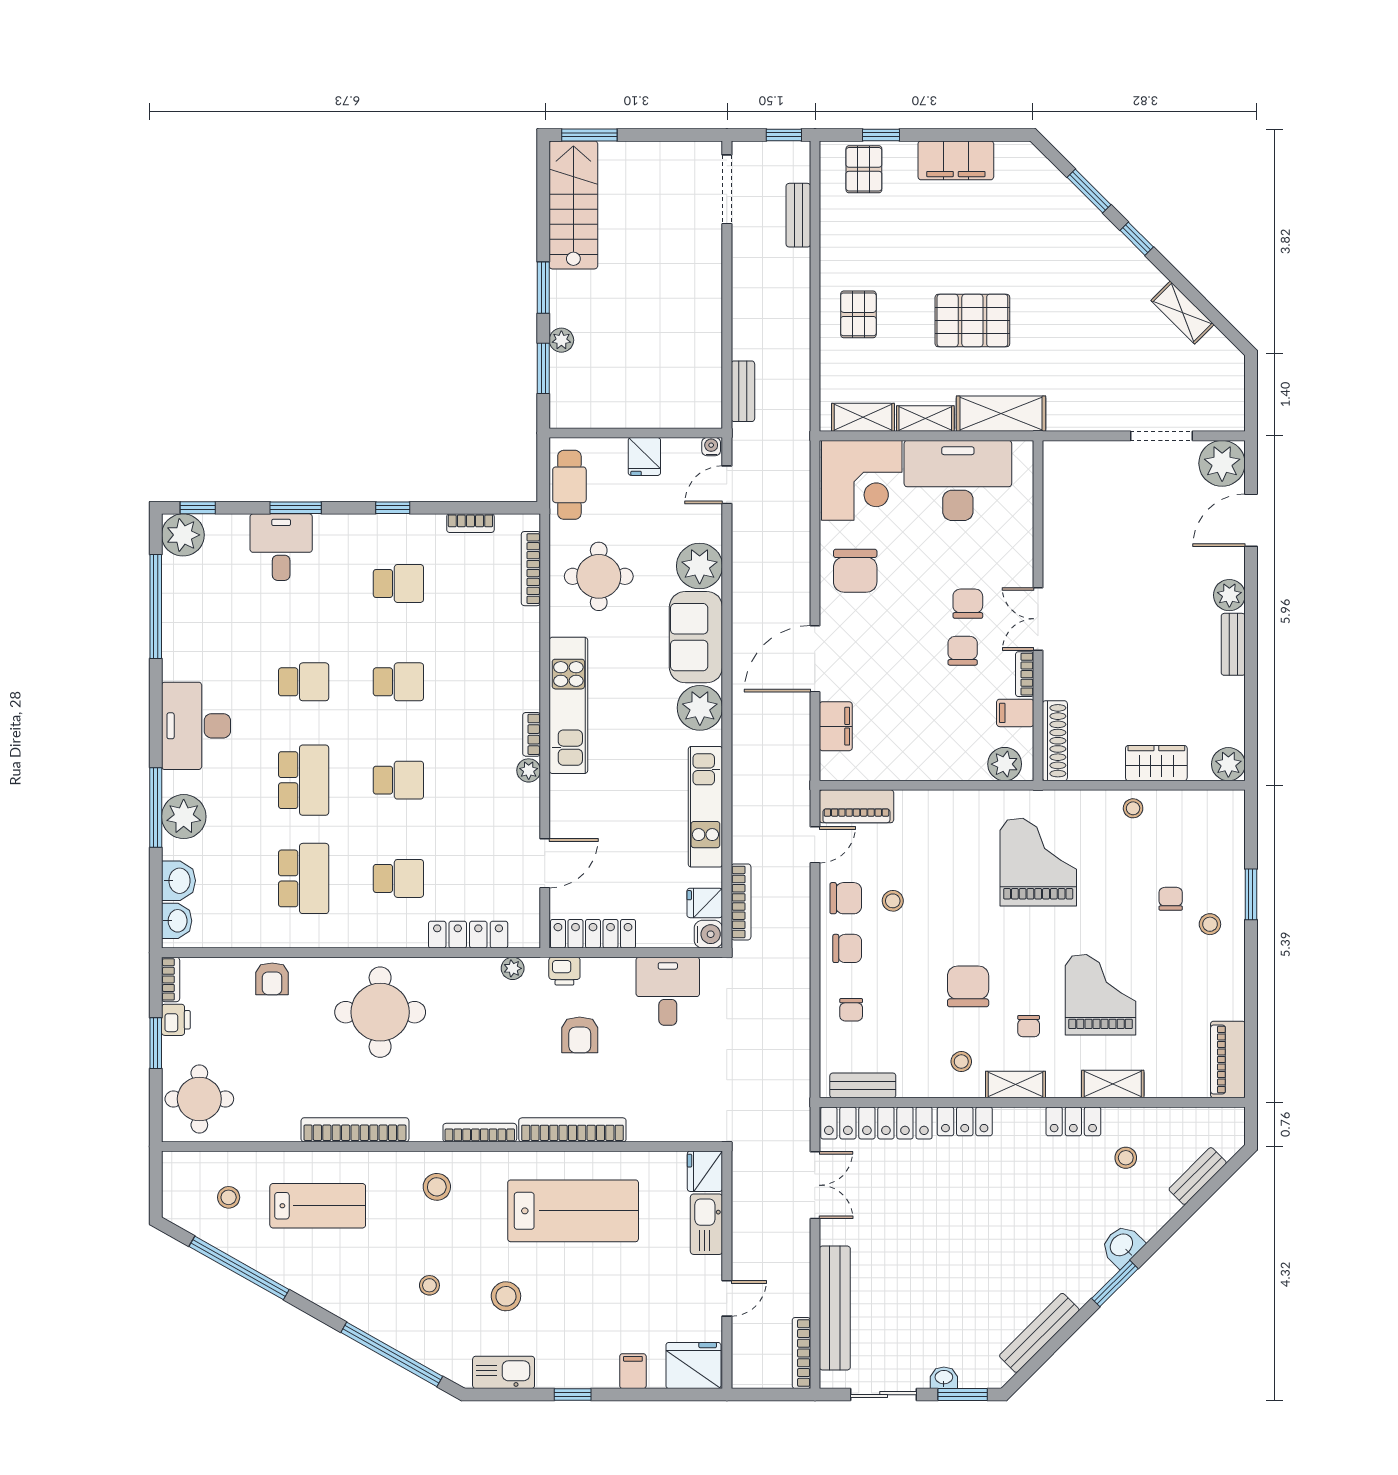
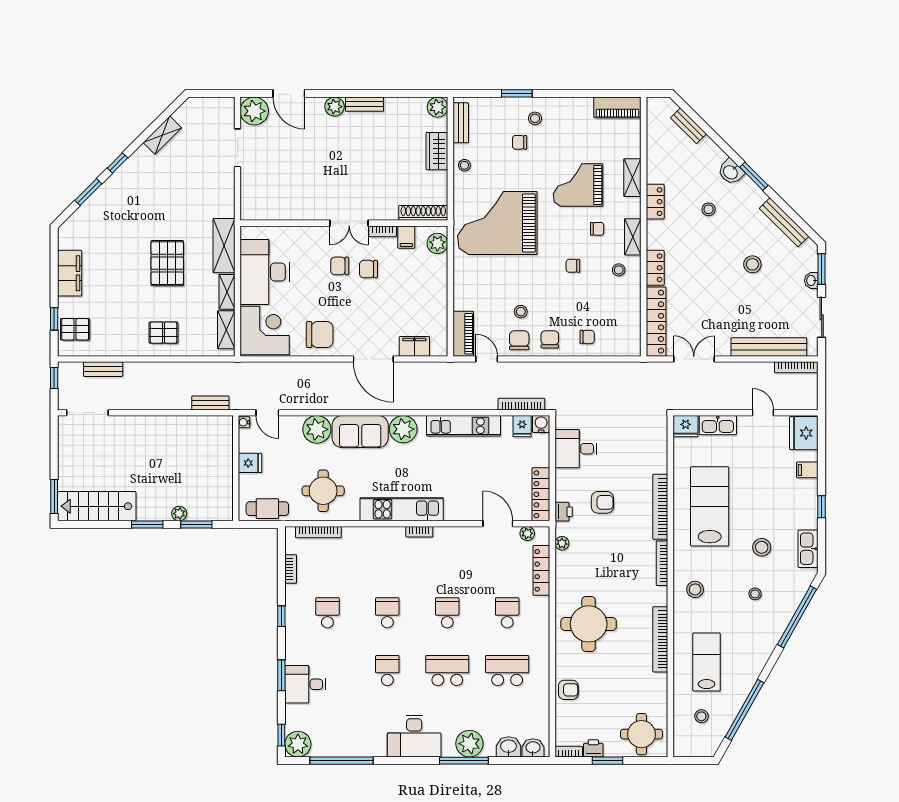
plant: (529, 770) -> (527, 533), moved
grand piano: (1038, 862) -> (497, 223), width x1.37, depth x1.48
chair: (968, 986) -> (573, 266), width x0.54, depth x0.54
bench: (863, 1085) -> (461, 123), moved
stool: (1126, 1158) -> (709, 209), moved
stool: (970, 1281) -> (752, 264), added

